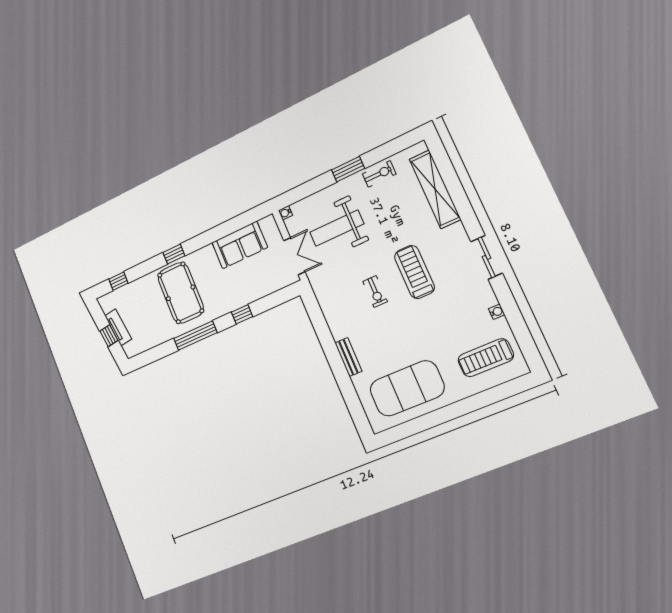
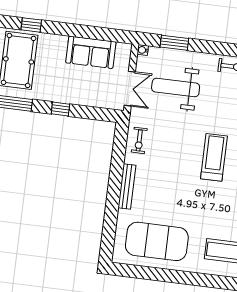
window: (348, 169) -> (174, 43), moved
exercise bike: (375, 292) -> (139, 140), moved
bench: (348, 357) -> (127, 186), width x1.36

